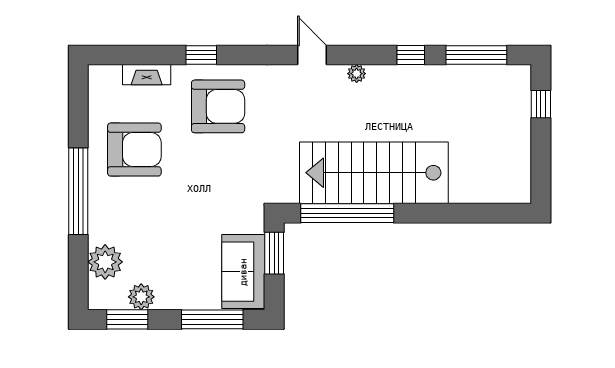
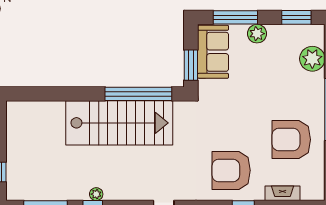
plant: (357, 74) -> (96, 194), moved
plant: (141, 297) -> (257, 34), moved

